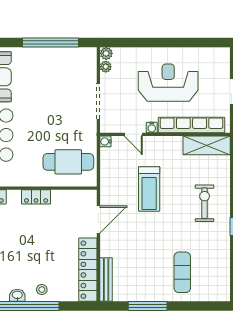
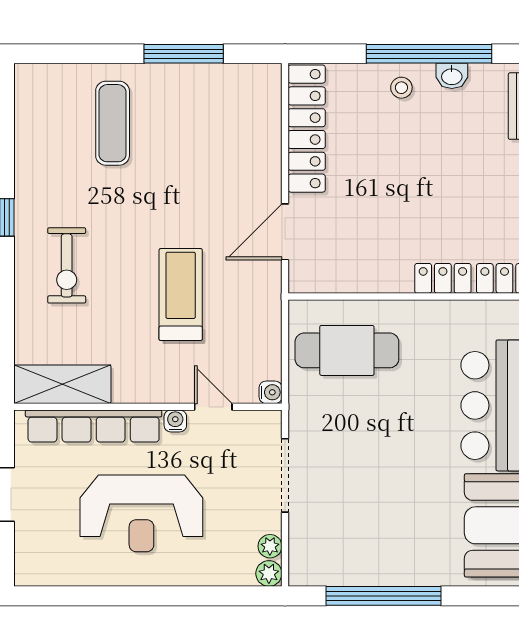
locker: (36, 197) -> (443, 278), moved
bench: (106, 280) -> (269, 108), removed

